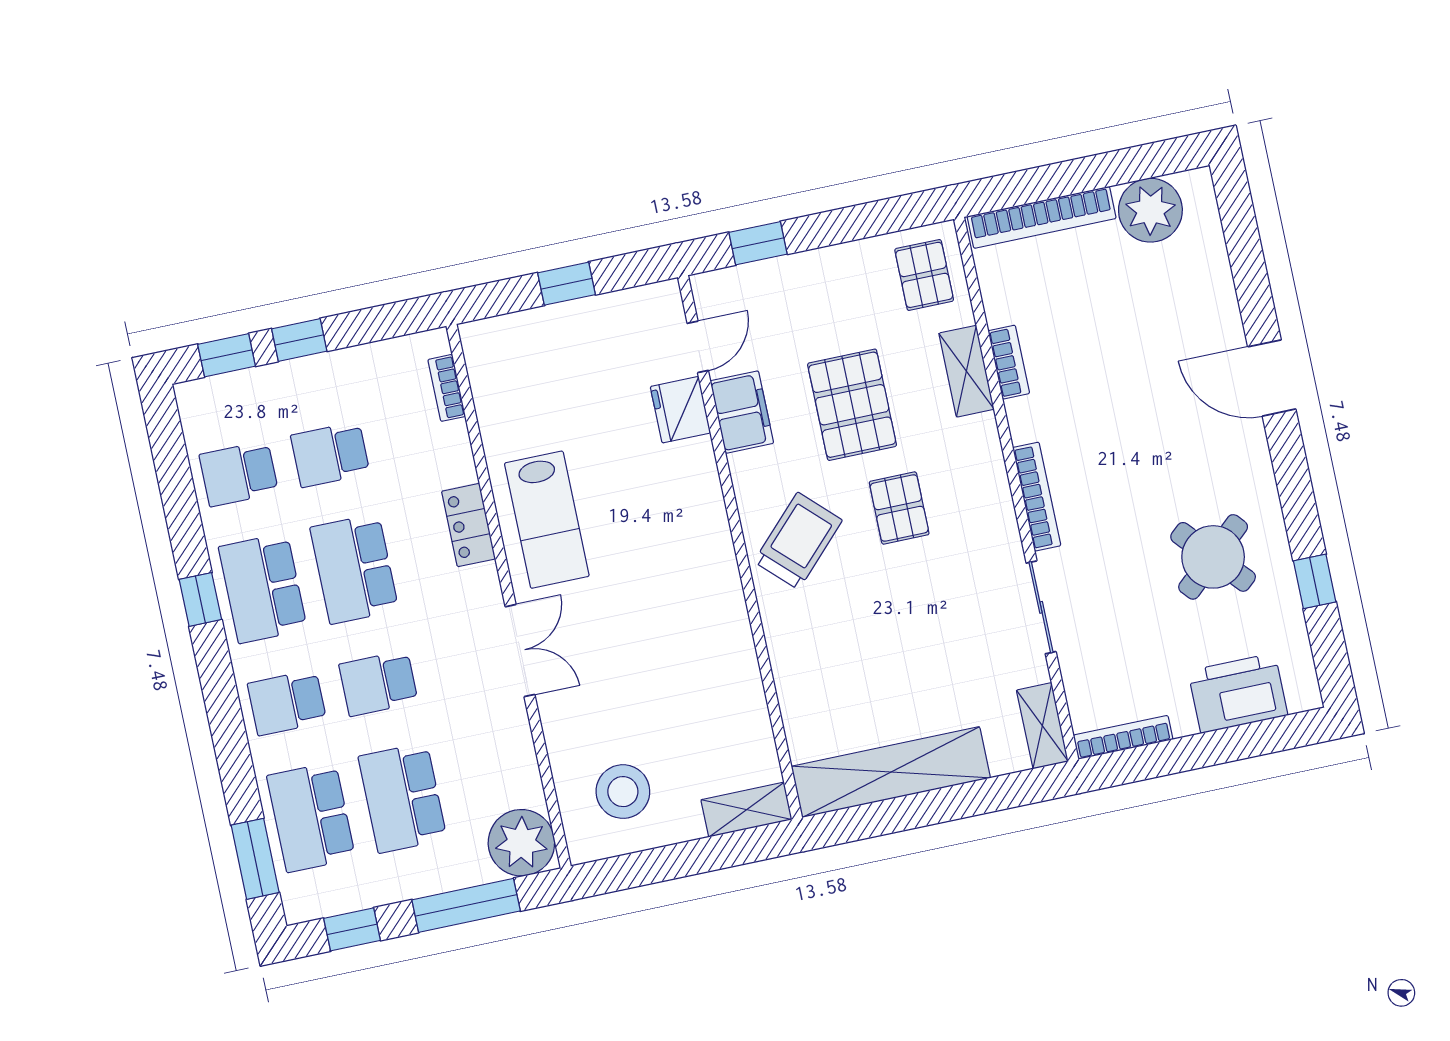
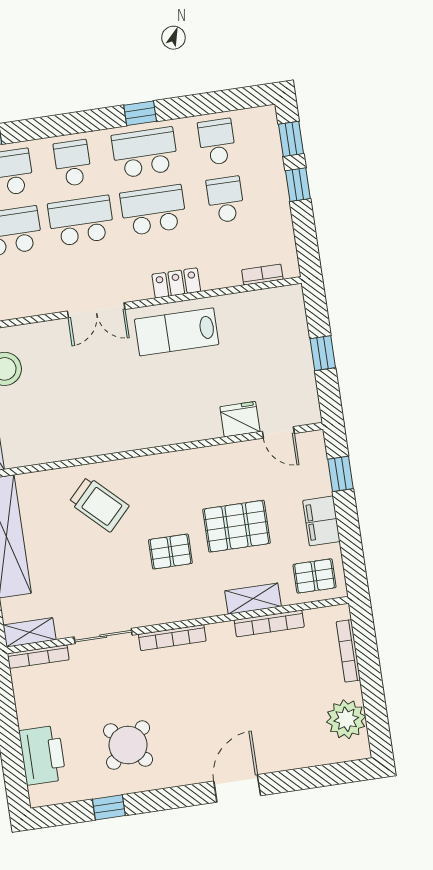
bookcase: (1042, 217) -> (348, 651), width x0.68, depth x0.76
bookcase: (1009, 362) -> (269, 624), width x1.56
filing cabinet: (742, 412) -> (321, 521), moved, turned 90
trolley: (798, 541) -> (99, 504), moved
school desk: (378, 683) -> (81, 221), width x1.85
bookcase: (1123, 737) -> (38, 657), moved, turned 90

